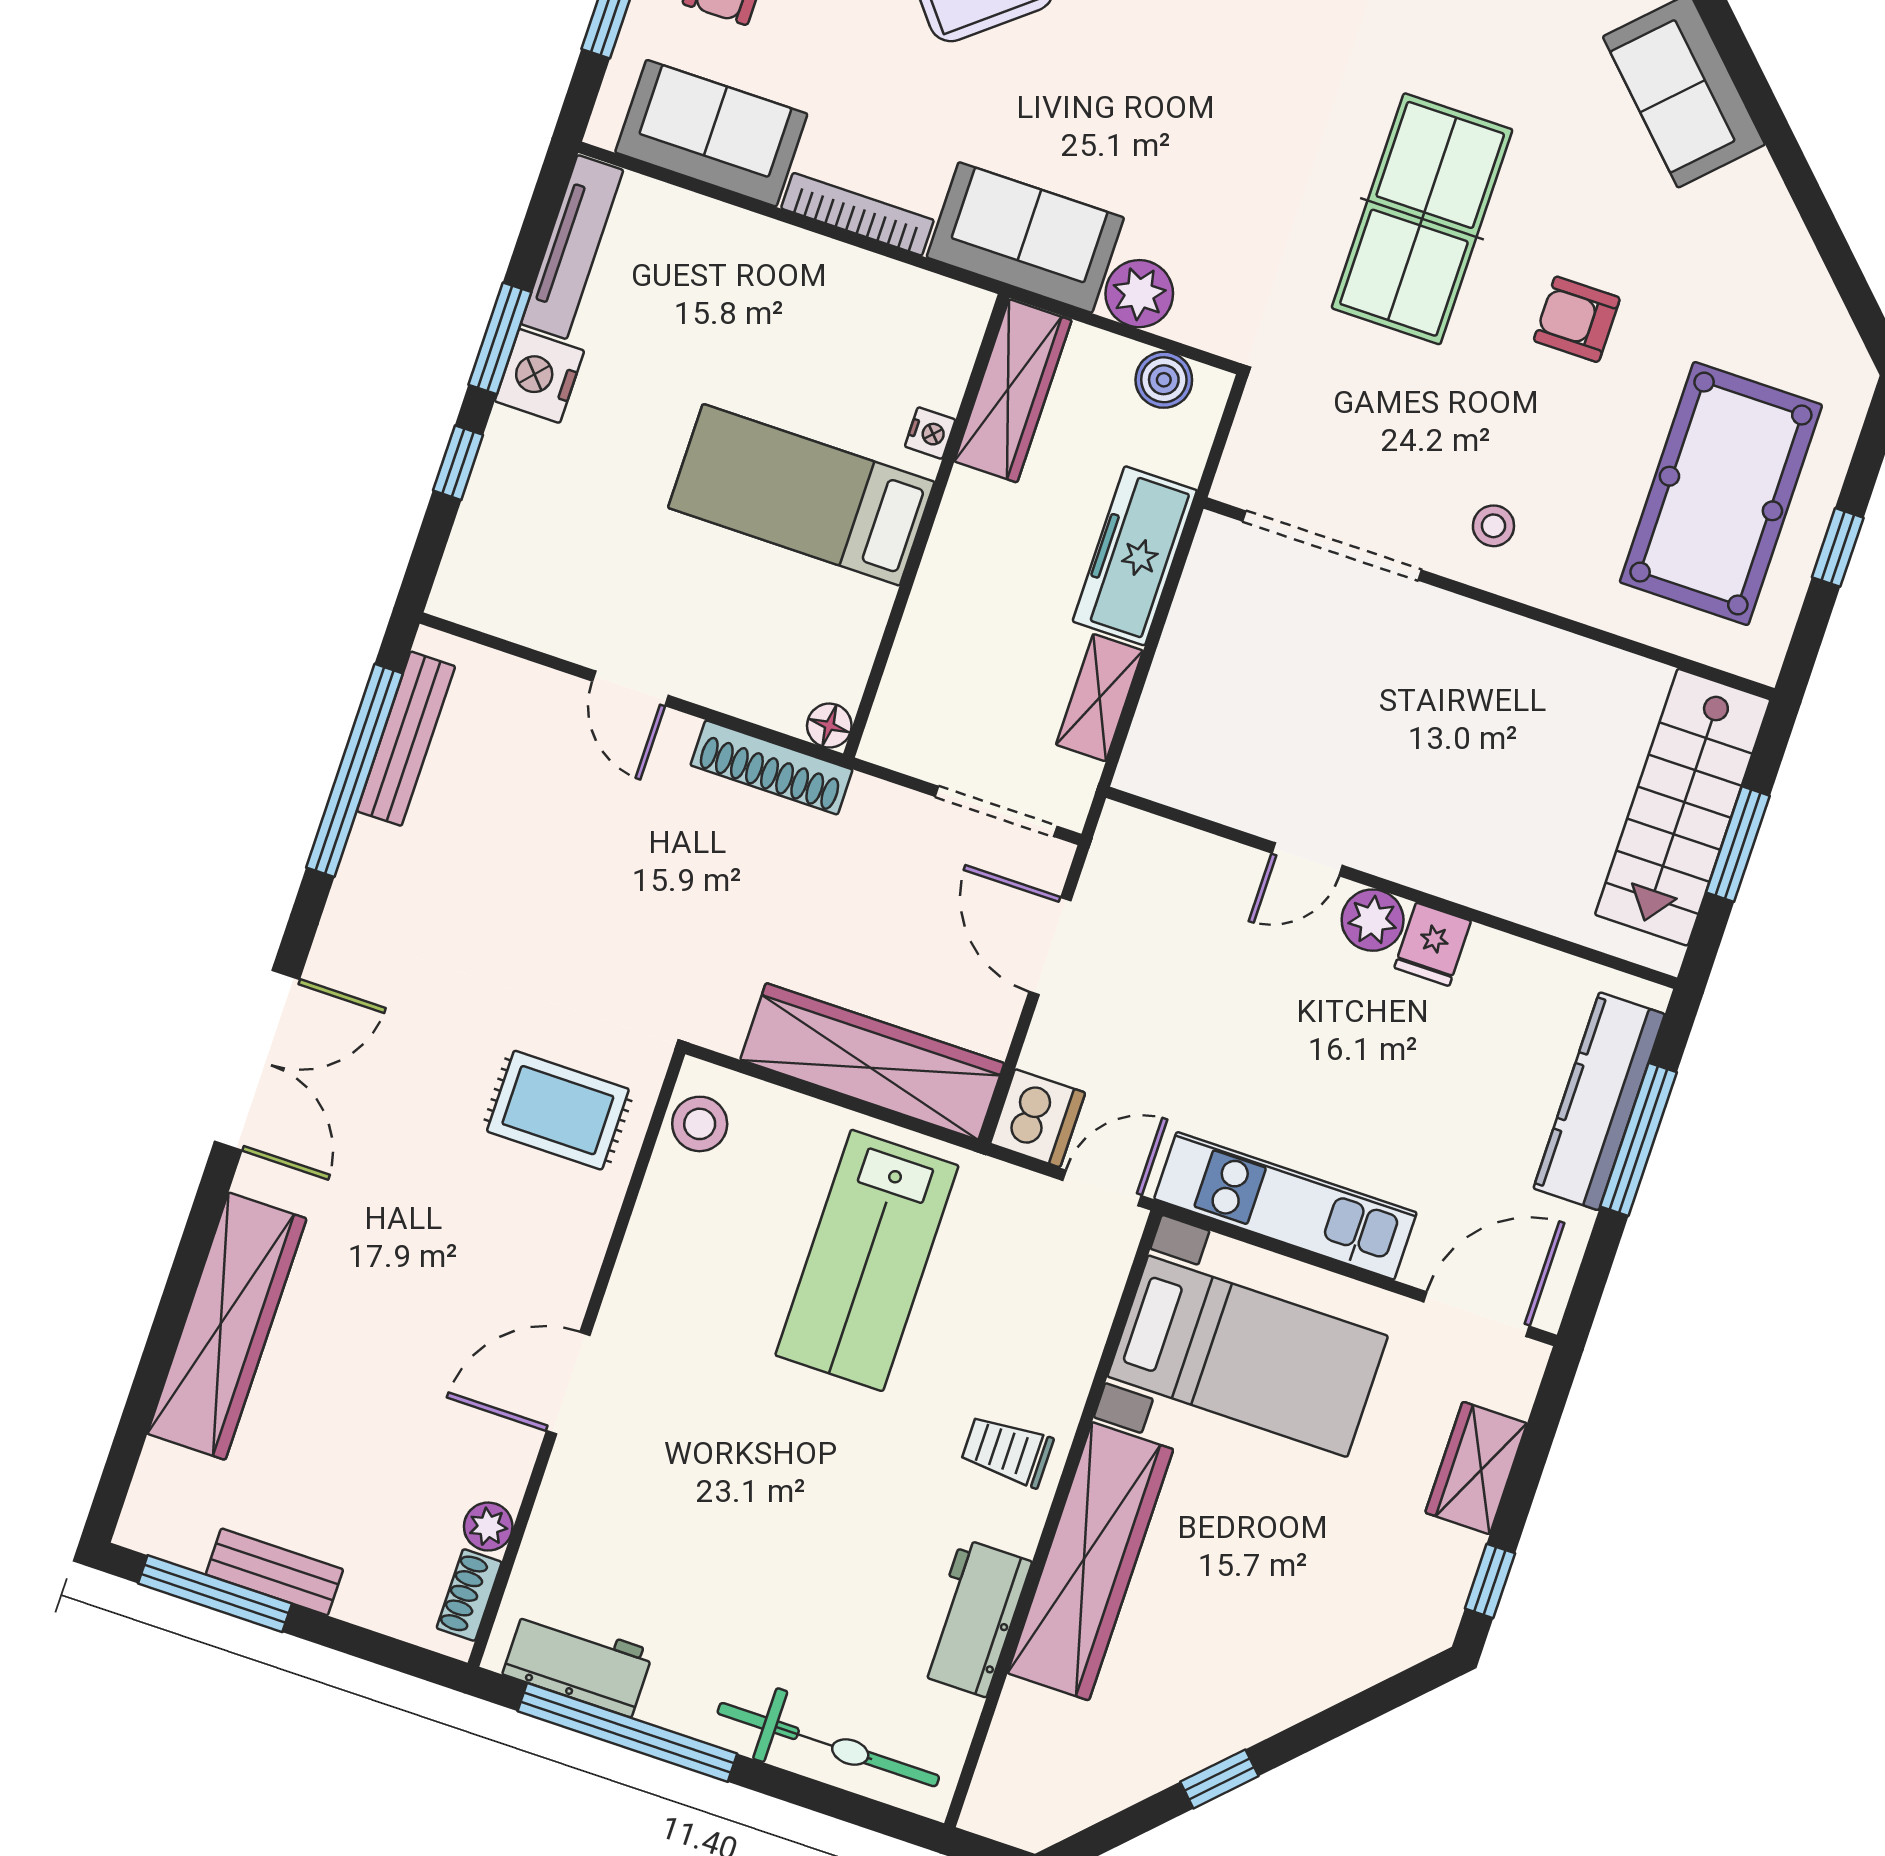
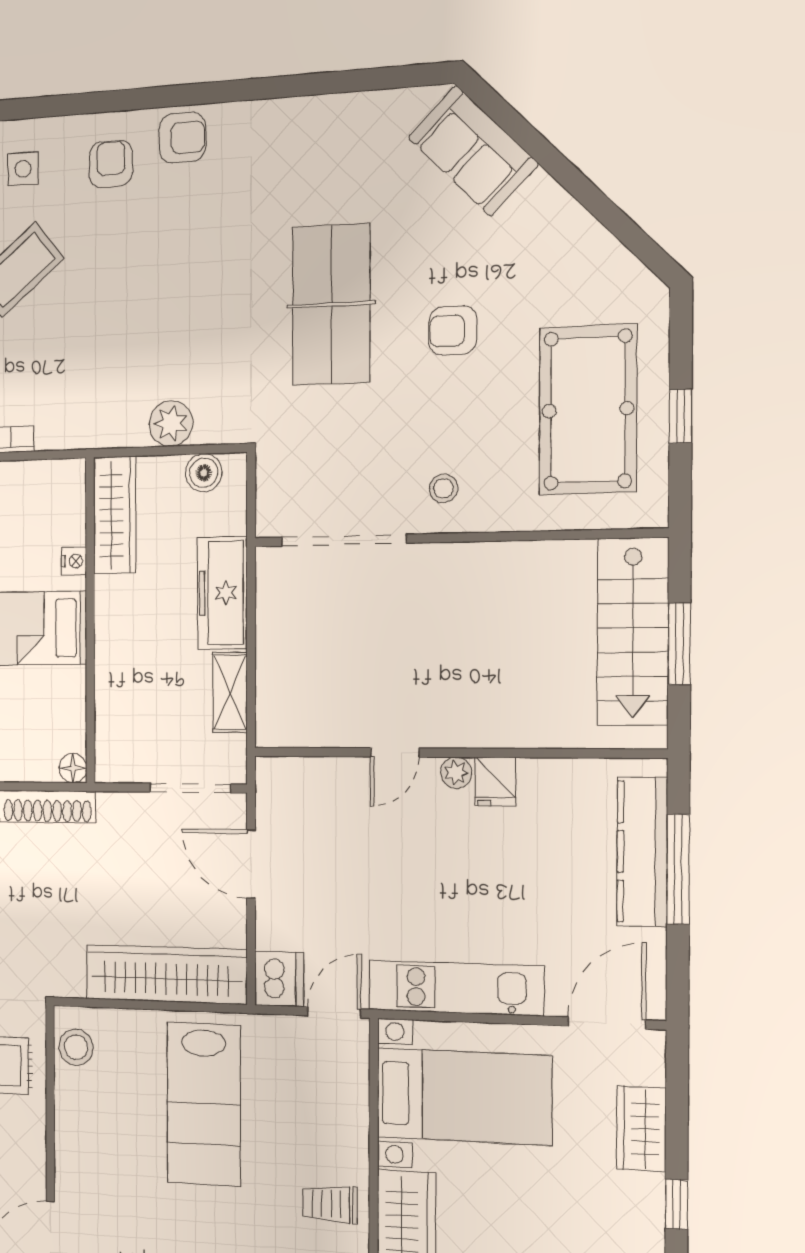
sofa: (1025, 237) -> (91, 415), removed
plant: (1373, 920) -> (456, 773), width x0.73, depth x0.73

